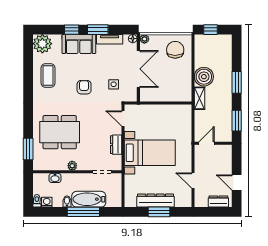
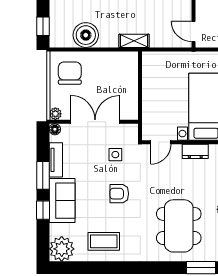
chair: (175, 50) -> (70, 73), turned 90
boiler: (204, 77) -> (86, 35), moved

